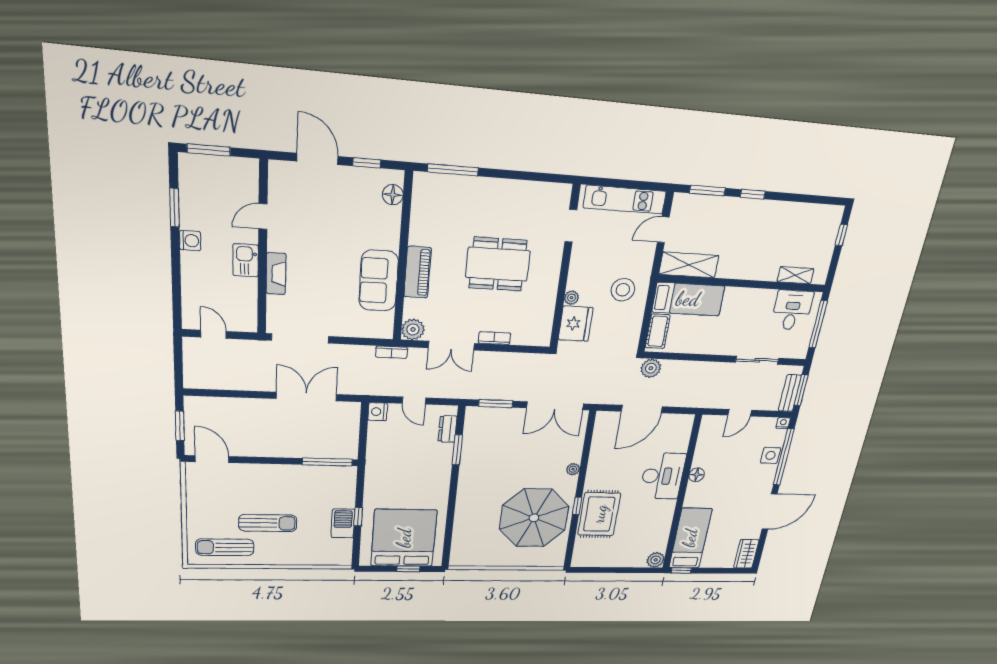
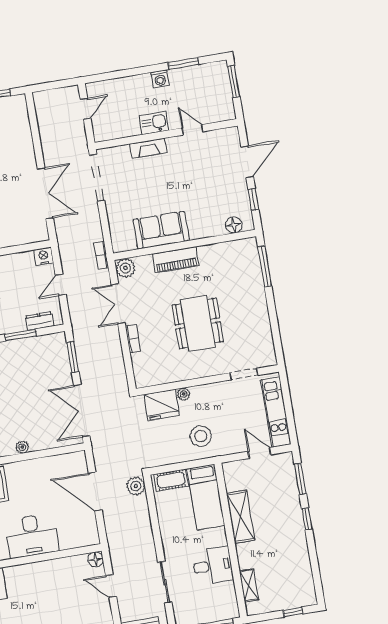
shelving: (689, 265) -> (240, 517), moved
desk: (792, 310) -> (213, 566), moved
floor lamp: (697, 475) -> (96, 559), moved

